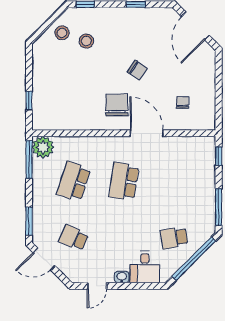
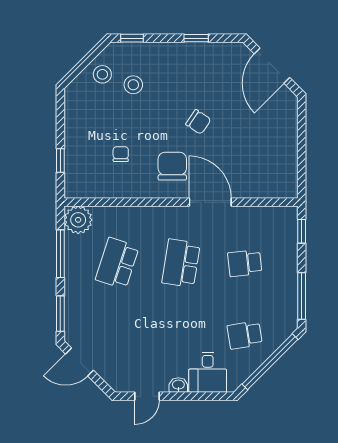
chair: (183, 102) -> (121, 154), moved
window: (29, 159) -> (60, 254), moved
school desk: (74, 238) -> (245, 263), moved, turned -30

